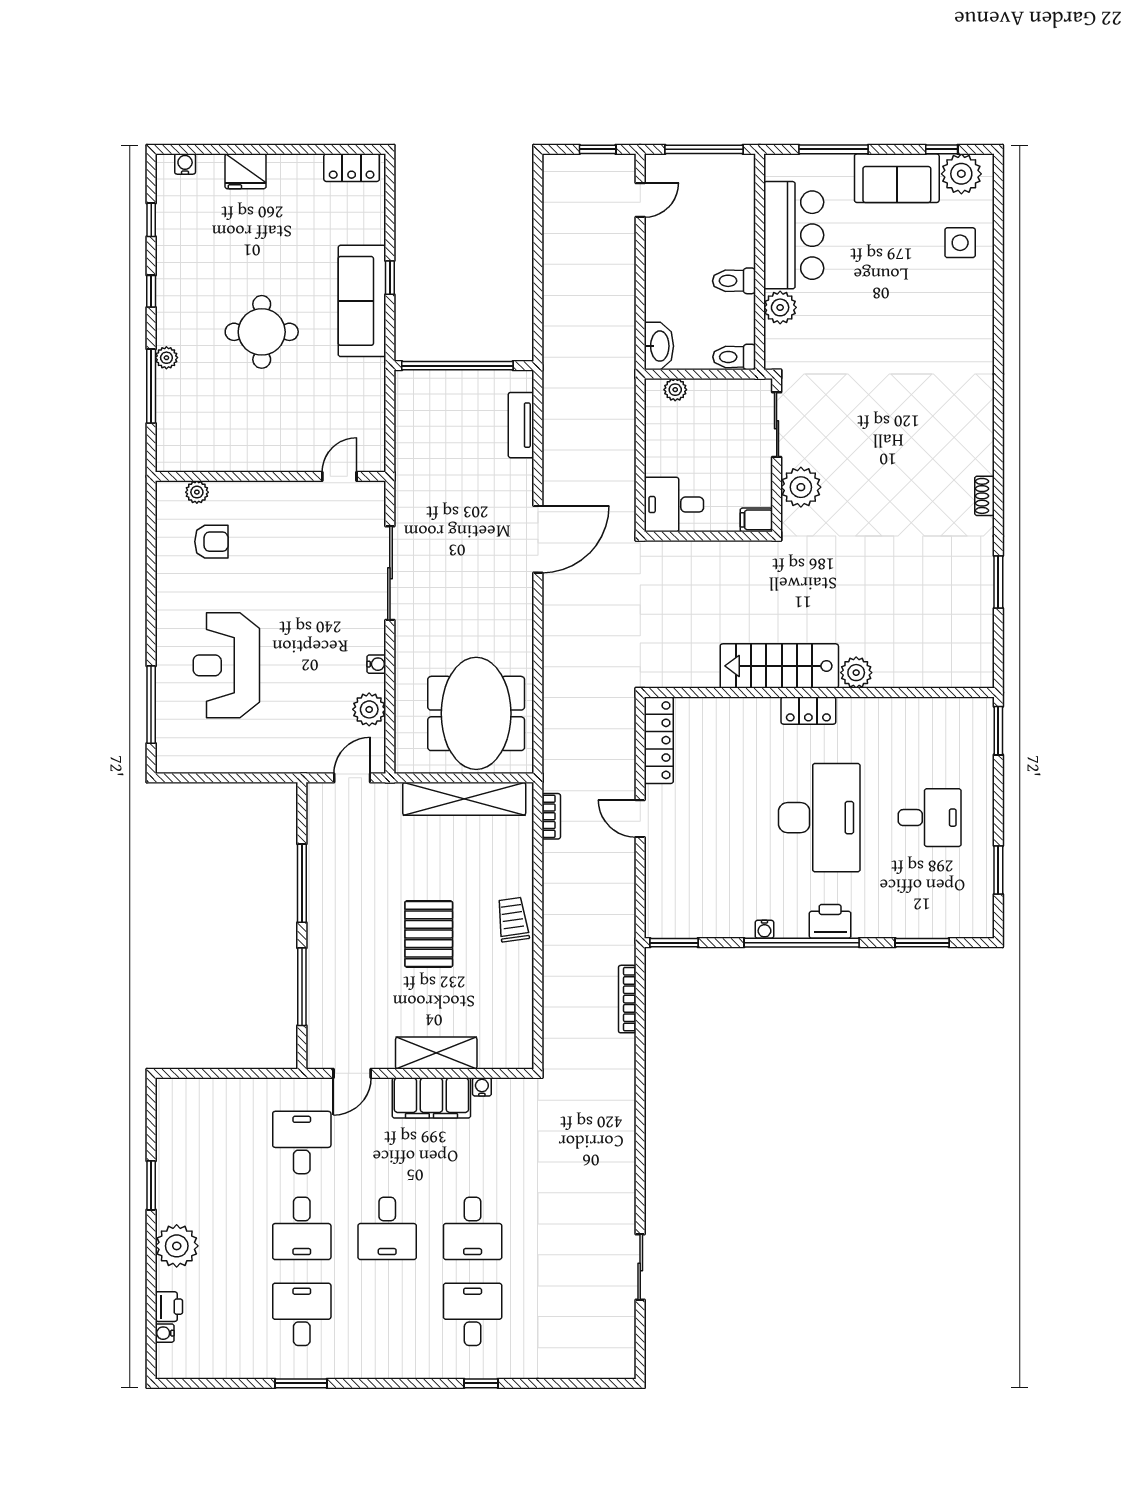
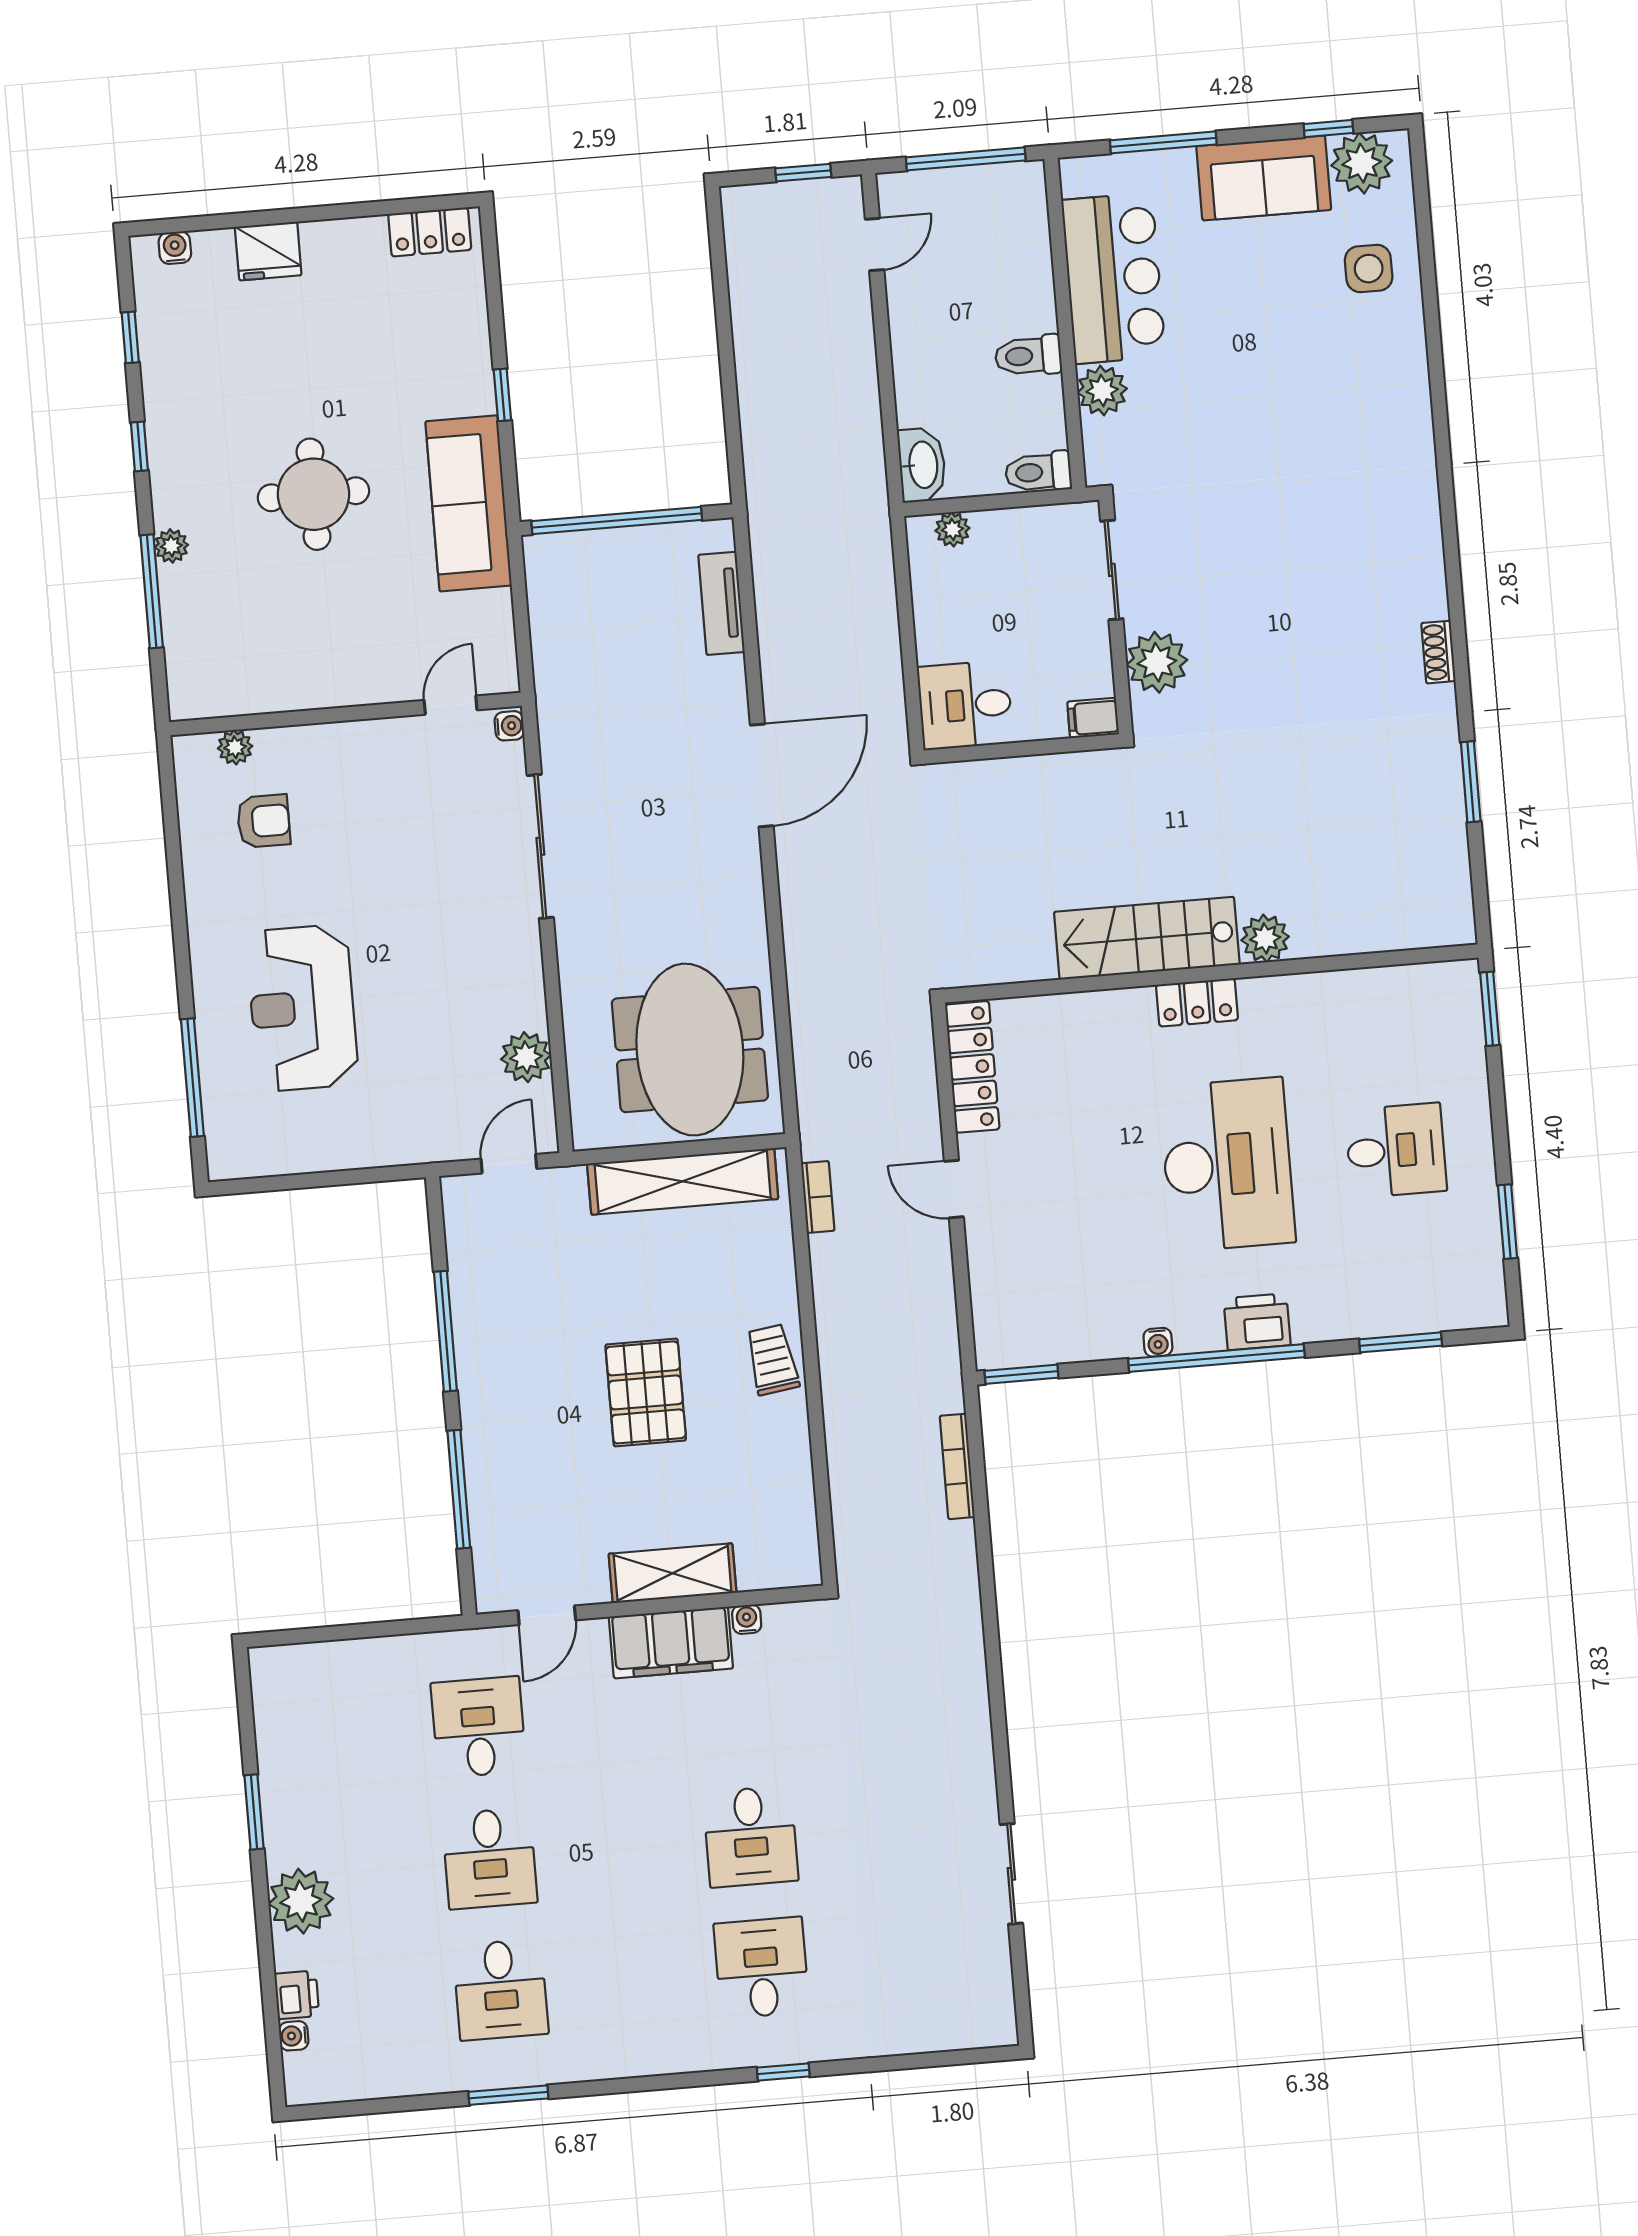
sofa: (362, 301) -> (468, 503), moved
water cooler: (376, 664) -> (509, 726), moved
desk: (387, 1228) -> (620, 1847), removed
desk: (302, 1314) -> (501, 1990), turned 180

